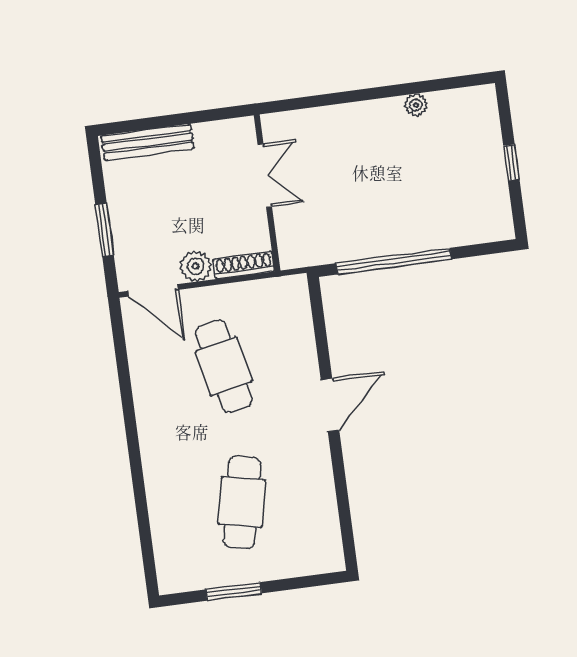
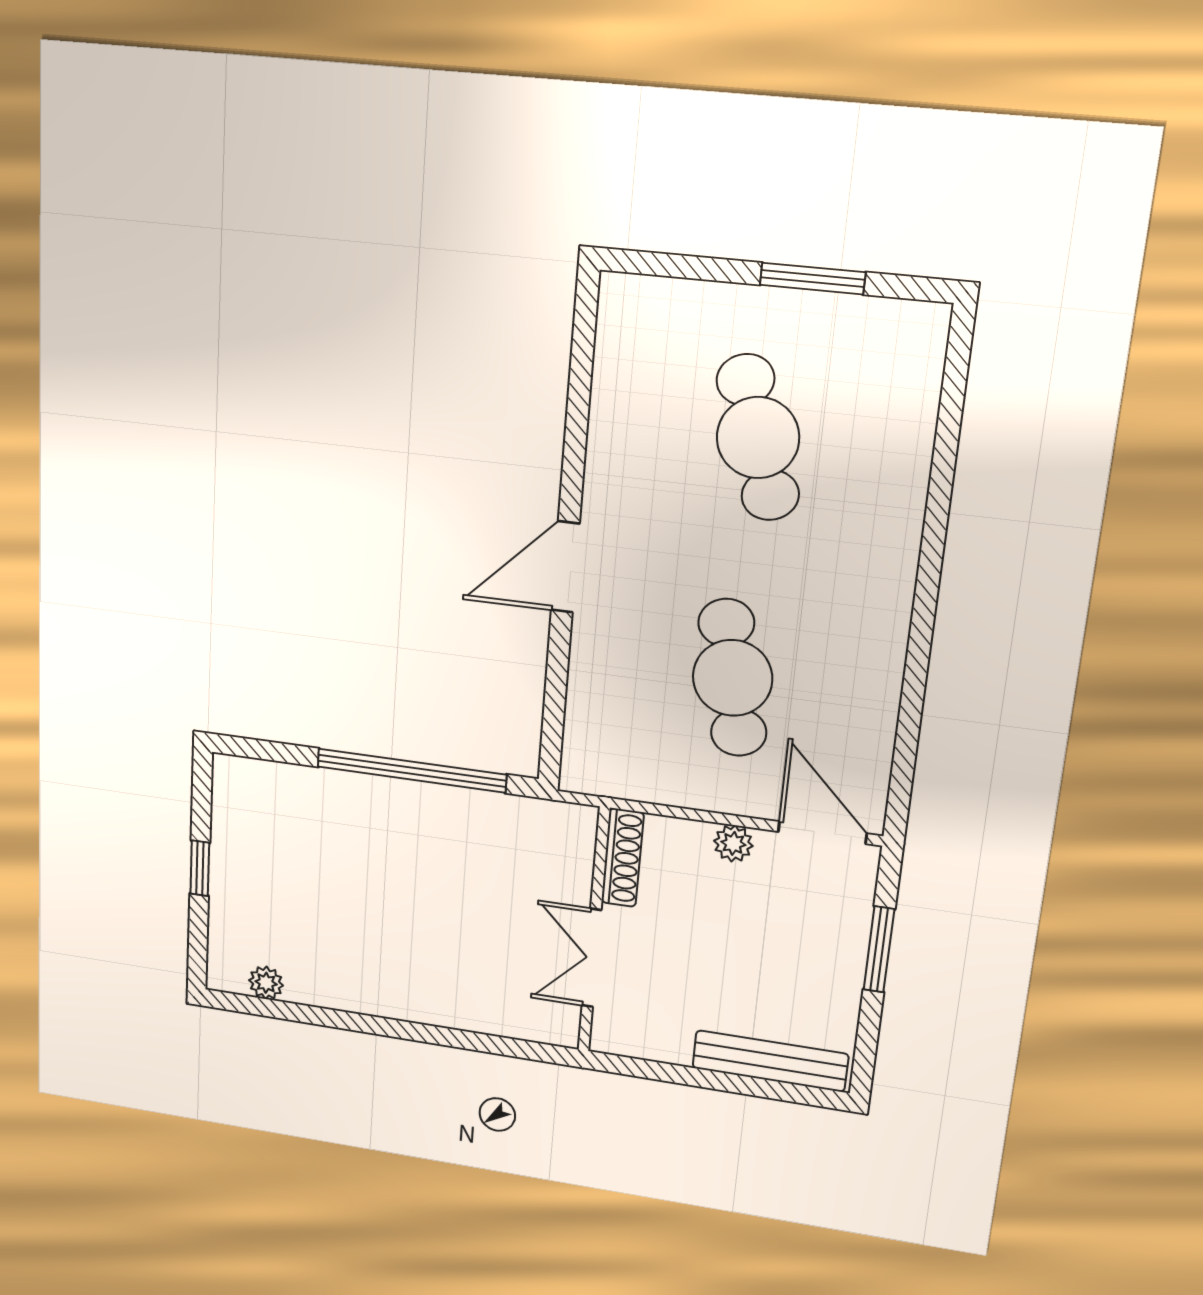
plant: (416, 105) -> (266, 983), moved
shoe rack: (244, 265) -> (623, 858), moved, turned -90
plant: (196, 266) -> (733, 843), width x0.73, depth x0.73
cafe table: (242, 502) -> (758, 438), turned -30

